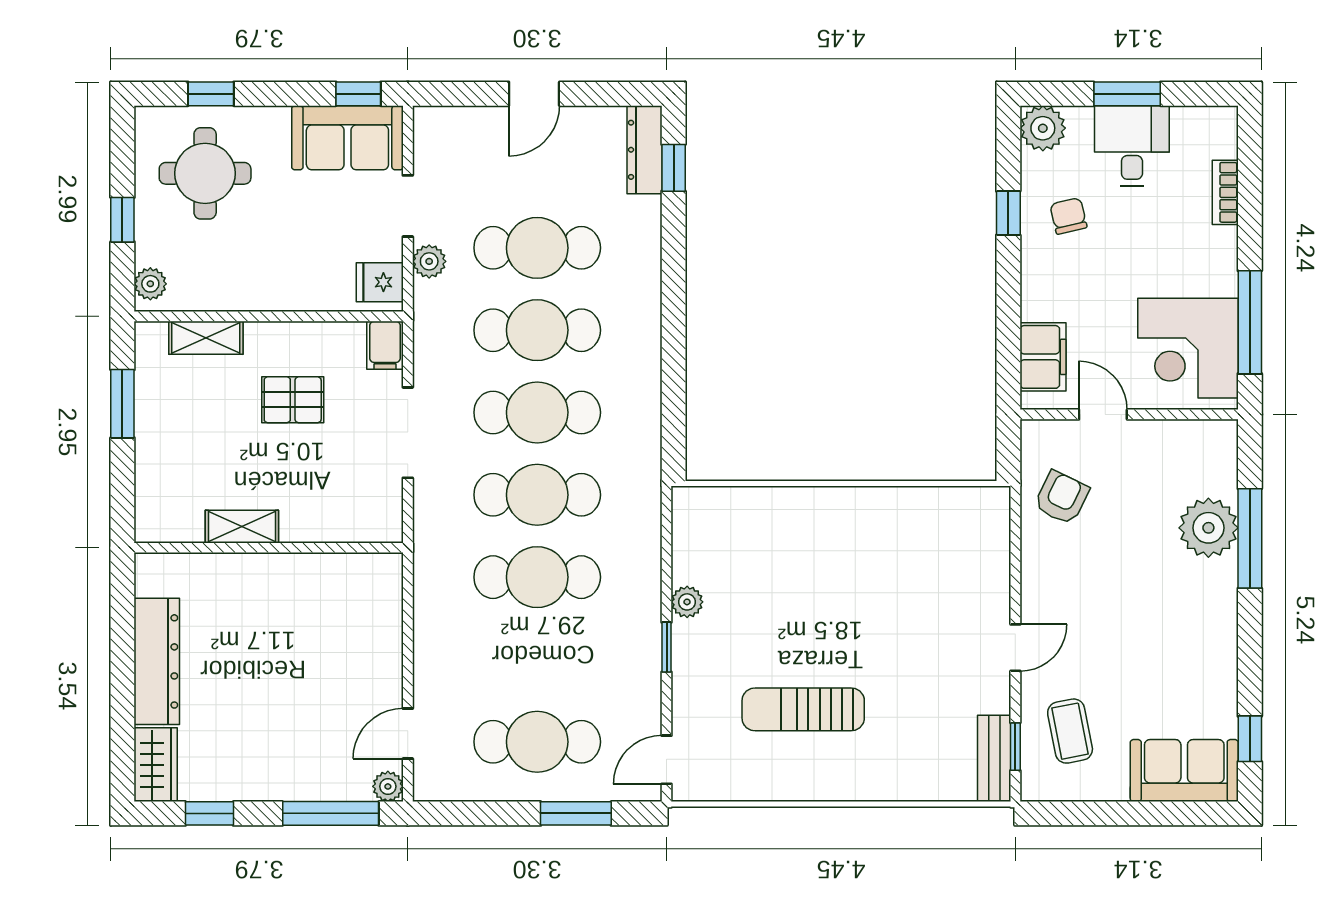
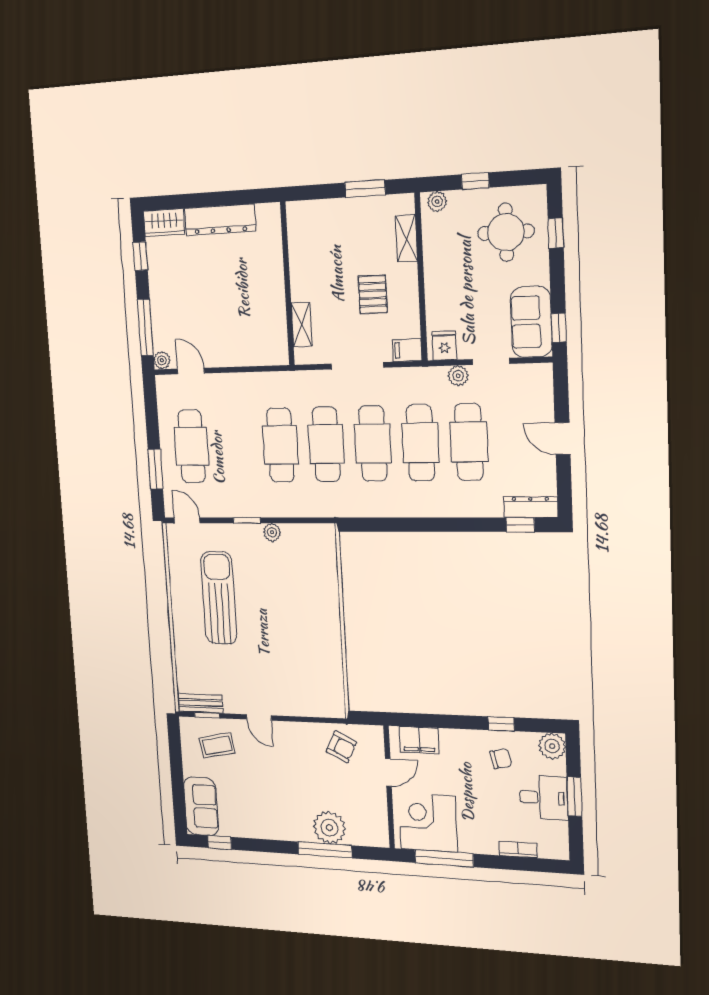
shelving: (242, 527) -> (302, 325), moved
sun lounger: (803, 709) -> (219, 598), width x1.36, depth x1.34

